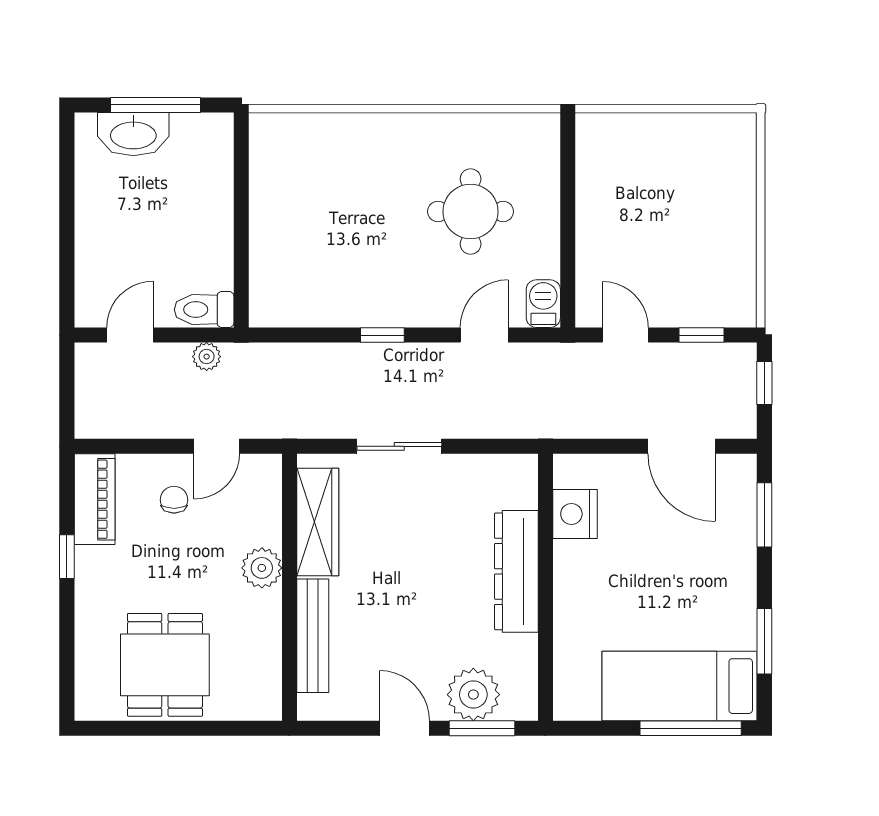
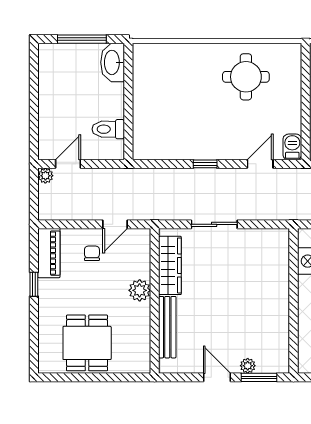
washbasin: (133, 134) -> (113, 62), moved, turned 90
round table: (471, 212) -> (246, 77), moved
toilet: (204, 310) -> (108, 129), moved
plant: (207, 357) -> (45, 176), moved
dresser: (516, 571) -> (278, 292), removed
plant: (473, 695) -> (248, 366), width x0.53, depth x0.53

